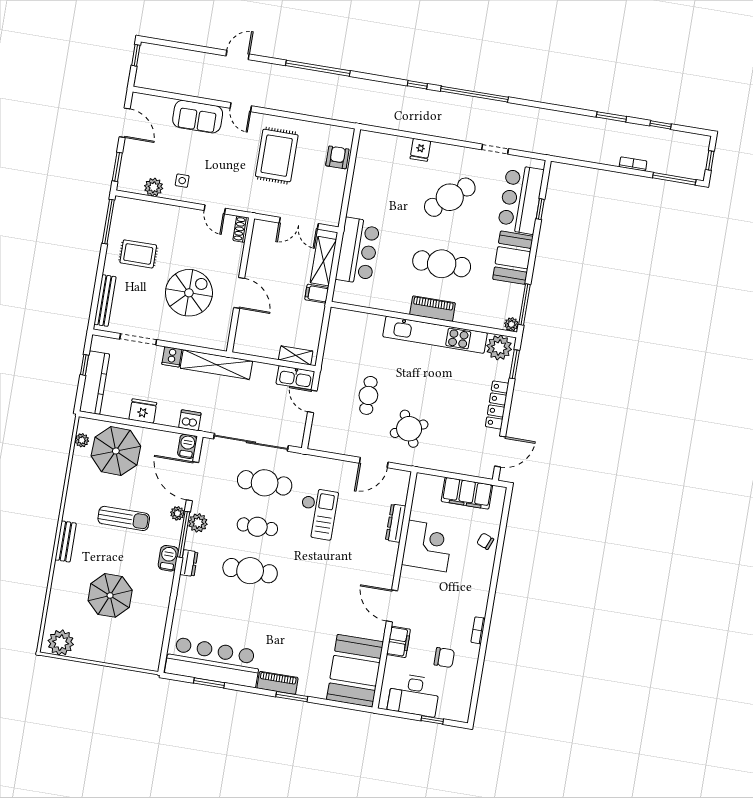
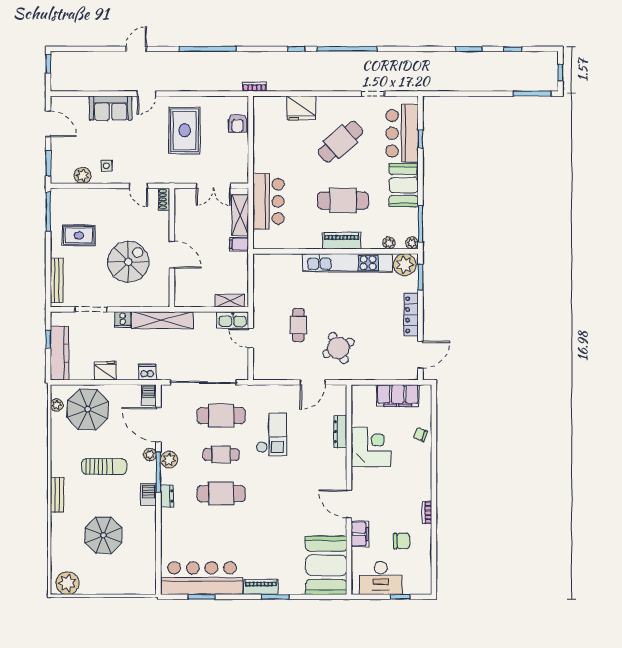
door: (241, 107) -> (147, 94), hinge flipped
fridge: (420, 150) -> (301, 108), width x1.88, depth x1.34
armchair: (337, 157) -> (237, 123), turned 180
bookcase: (633, 164) -> (254, 87), moved
plant: (485, 320) -> (389, 243), added

